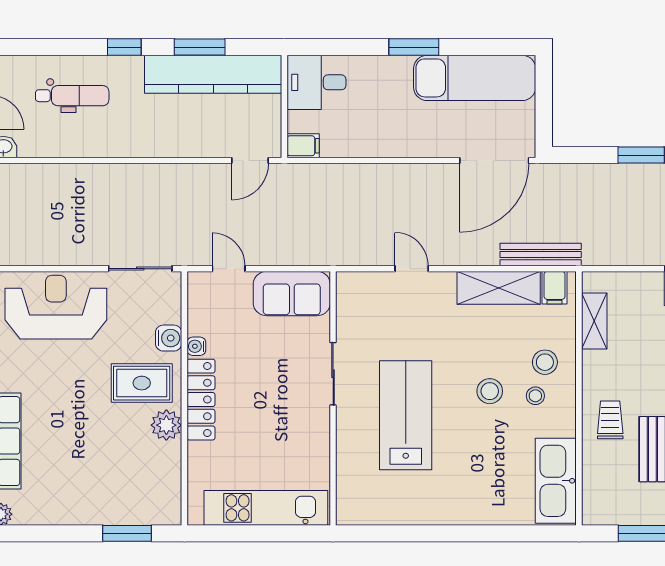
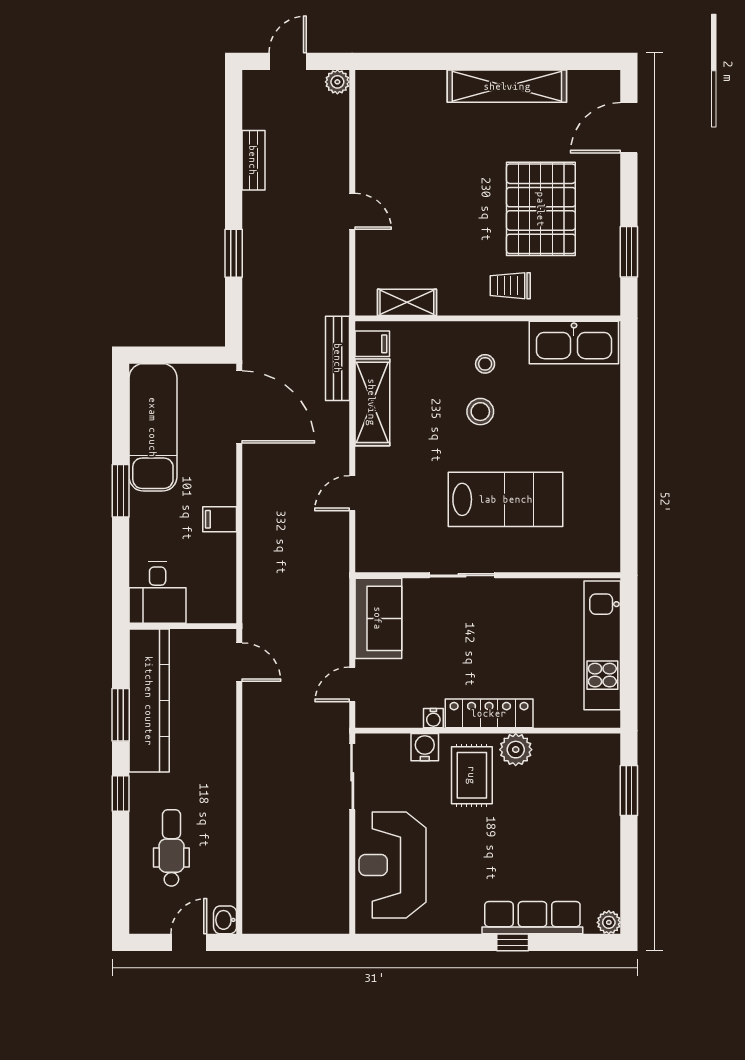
filing cabinet: (303, 146) -> (220, 519), moved, turned -90
stool: (545, 362) -> (450, 354), removed
lab bench: (406, 415) -> (506, 499), turned 180

